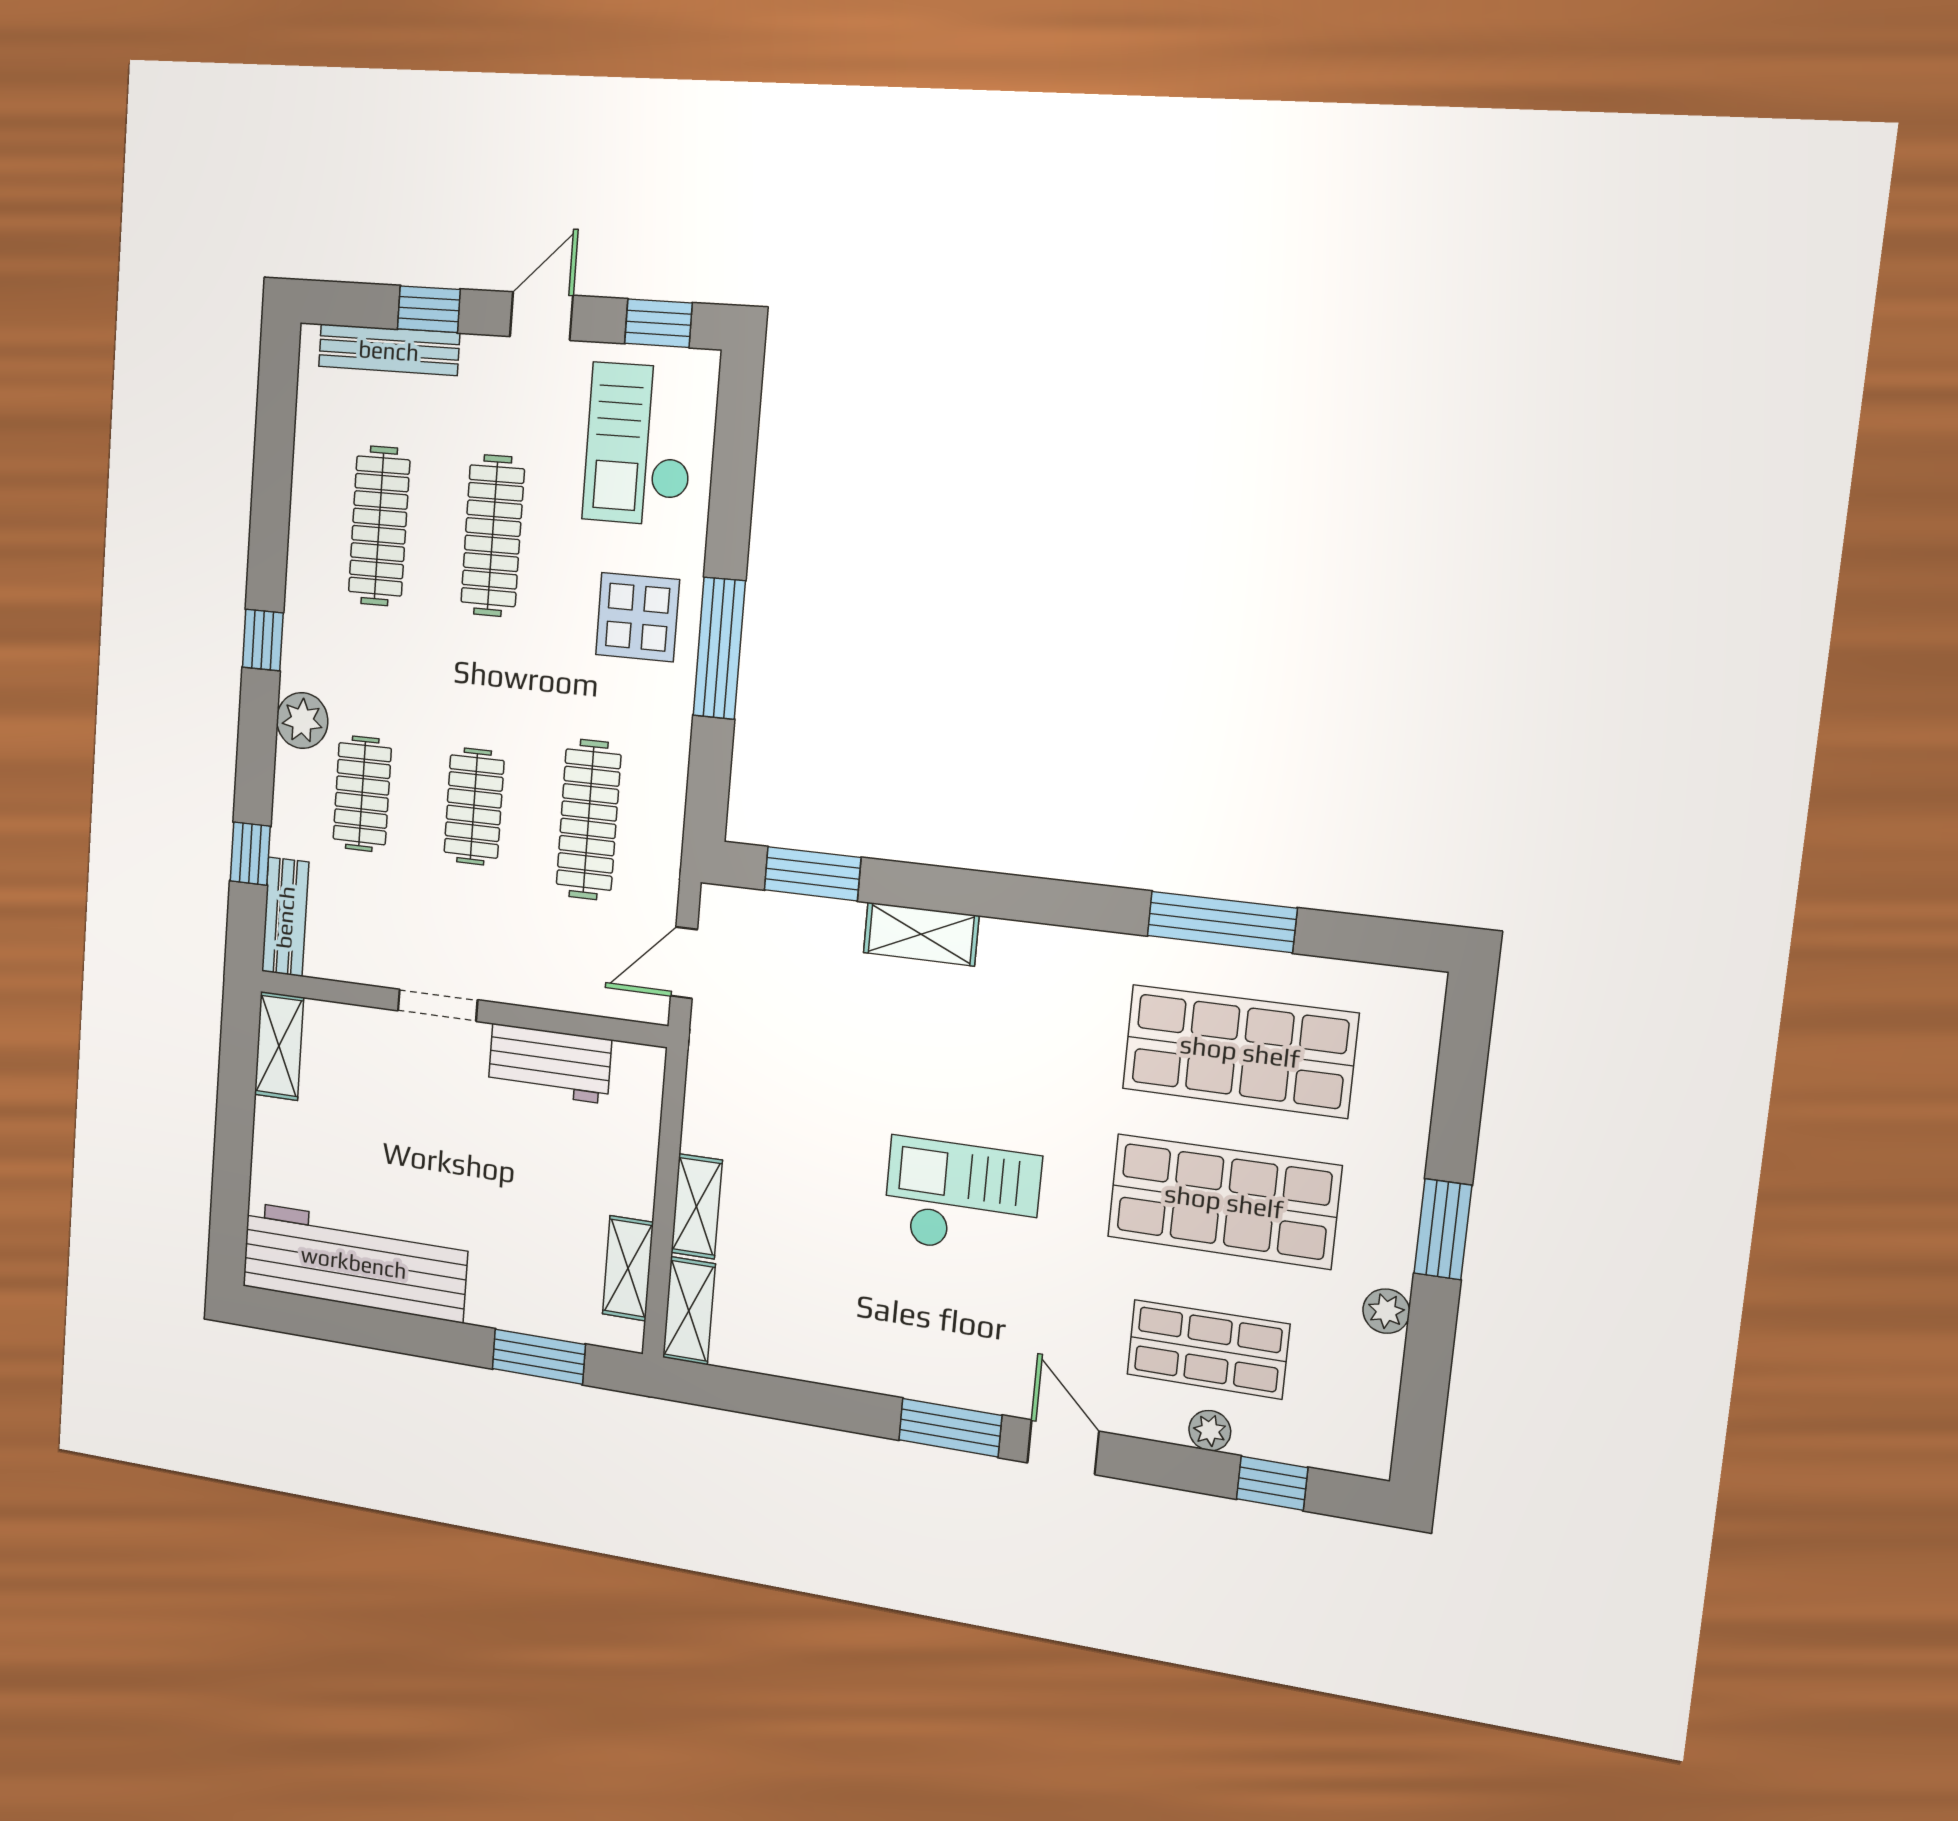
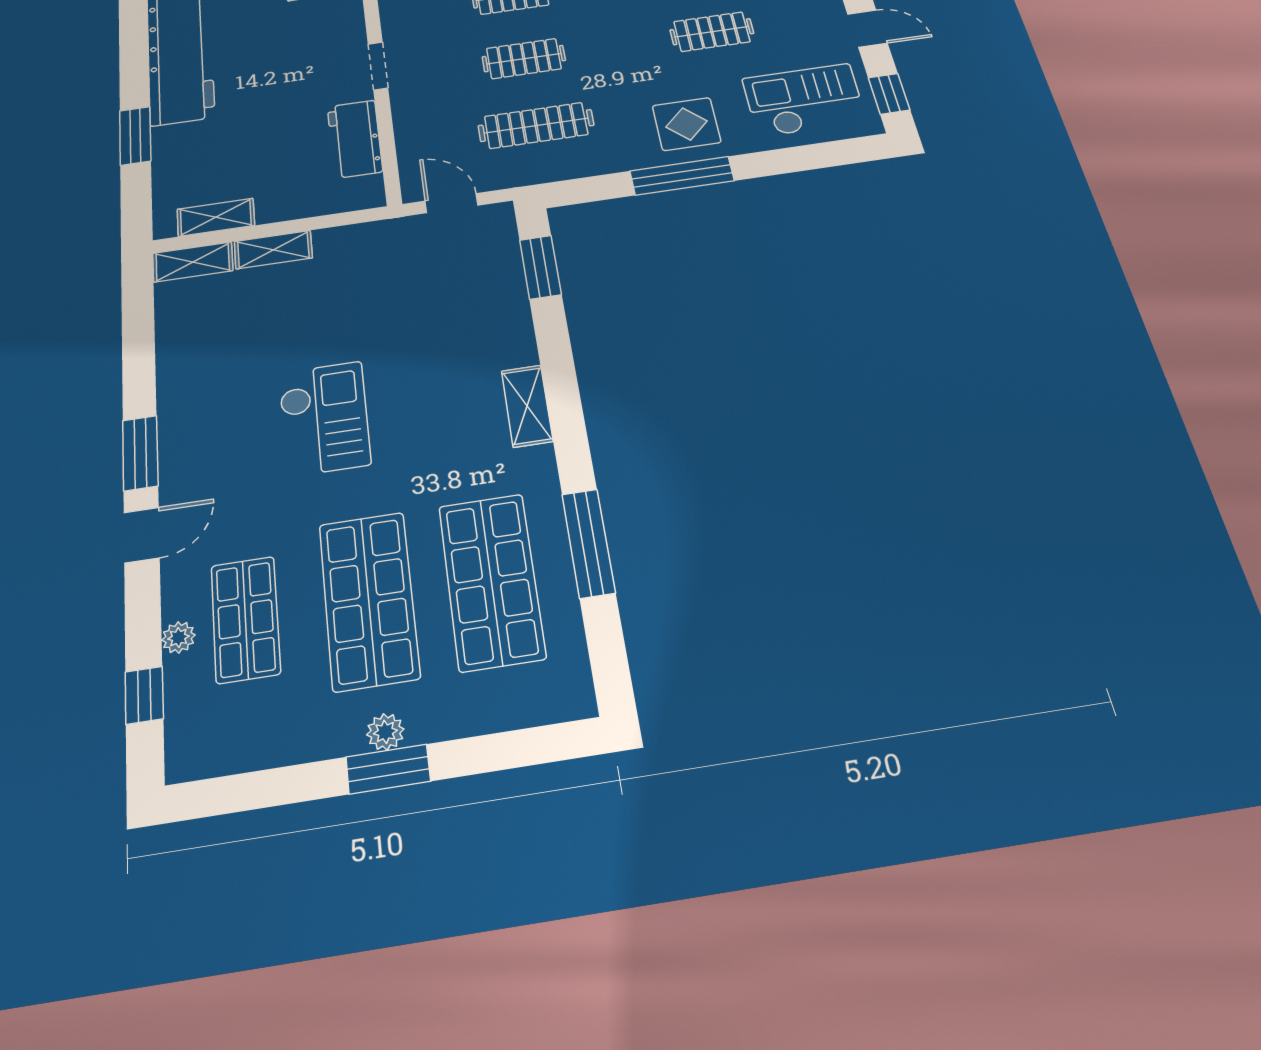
clothes rail: (493, 536) -> (712, 32), width x0.73
shelving: (921, 934) -> (527, 406), moved
plant: (1386, 1311) -> (385, 732), moved
window: (539, 1357) -> (135, 136), moved

